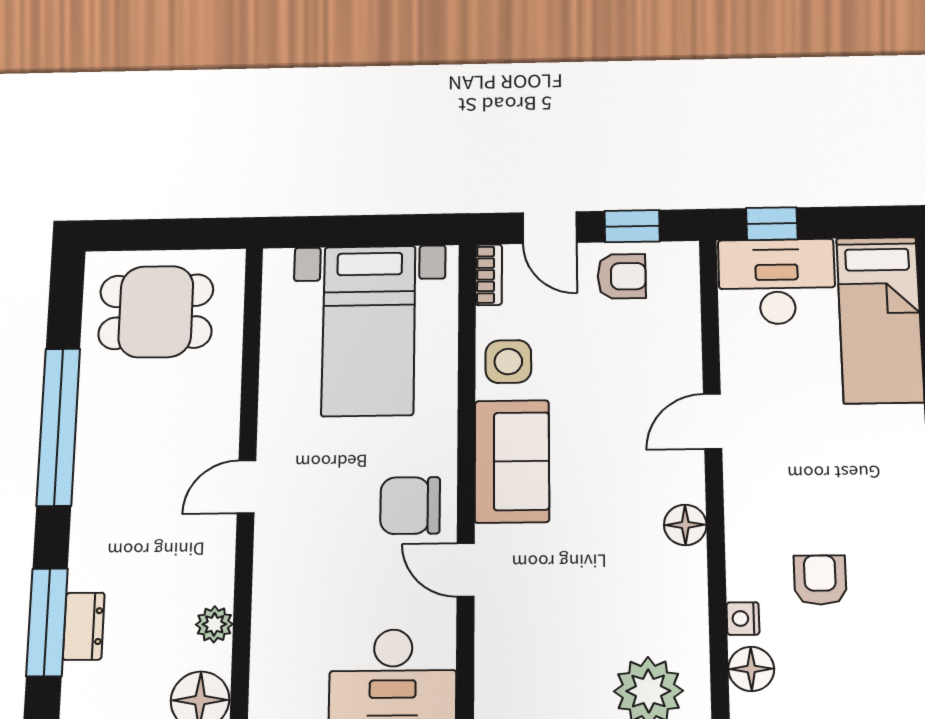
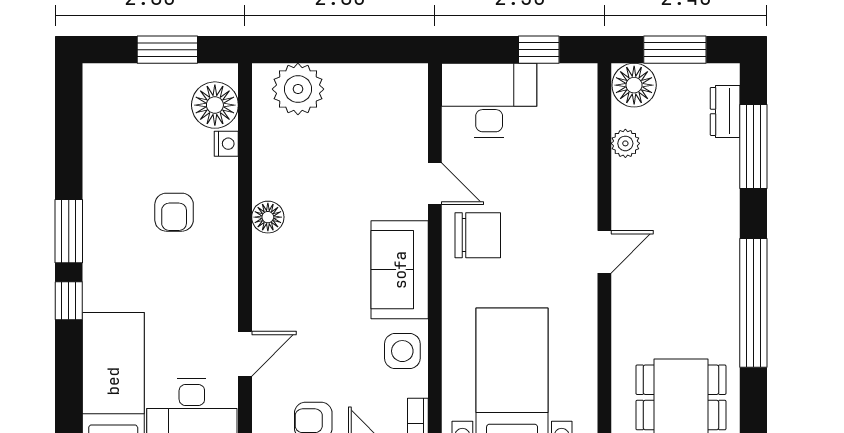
door: (713, 421) -> (245, 354), moved
armchair: (820, 580) -> (174, 212), moved
dresser: (84, 626) -> (725, 111), moved
floor lamp: (751, 669) -> (215, 105), width x1.38, depth x1.38

